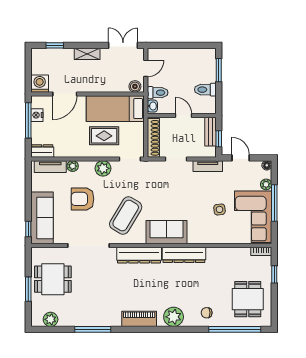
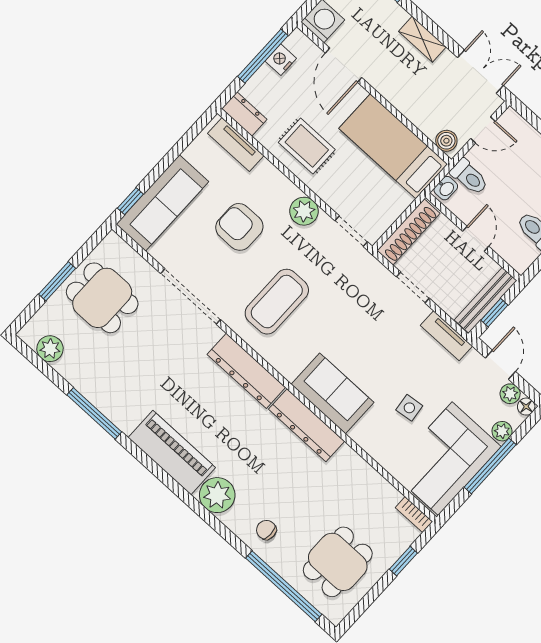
door: (65, 94) -> (344, 65), hinge flipped
bench: (210, 132) -> (486, 300), width x1.36
rug: (104, 136) -> (307, 146), moved
plant: (73, 166) -> (510, 394), moved
coffee table: (126, 215) -> (277, 302), turned -31
sofa: (166, 232) -> (333, 393), moved
piano: (139, 319) -> (172, 453), width x1.37, depth x1.33

